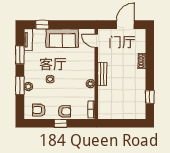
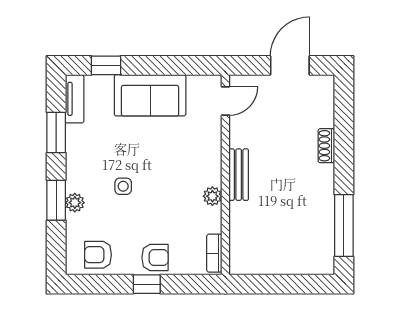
door: (96, 41) -> (225, 101), swing flipped
window: (150, 97) -> (344, 225), width x2.17

